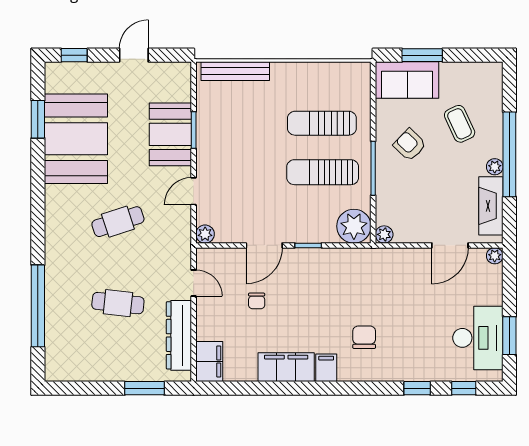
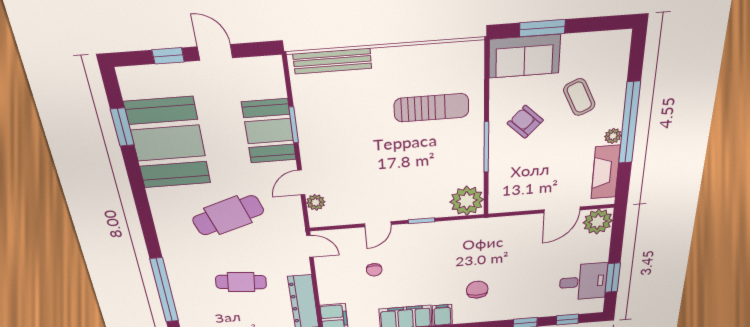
window: (74, 55) -> (168, 56), moved
door: (134, 55) -> (215, 52), hinge flipped
sun lounger: (322, 123) -> (431, 108), turned 180
sun lounger: (323, 172) -> (434, 155), removed
cafe table: (118, 222) -> (228, 215), width x1.37, depth x1.35
plant: (205, 234) -> (316, 202), moved
plant: (384, 234) -> (497, 206), removed
door: (264, 245) -> (378, 224), width x0.73
plant: (495, 256) -> (598, 222), width x1.87, depth x1.87
door: (194, 283) -> (310, 246), moved
desk: (478, 338) -> (583, 282), width x0.73

